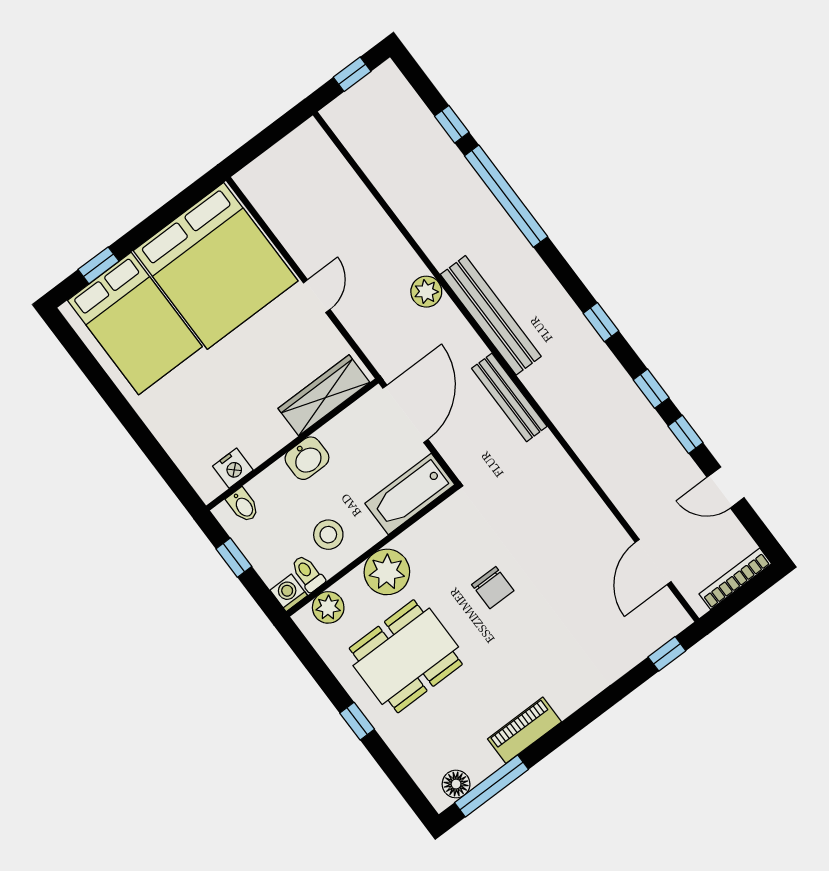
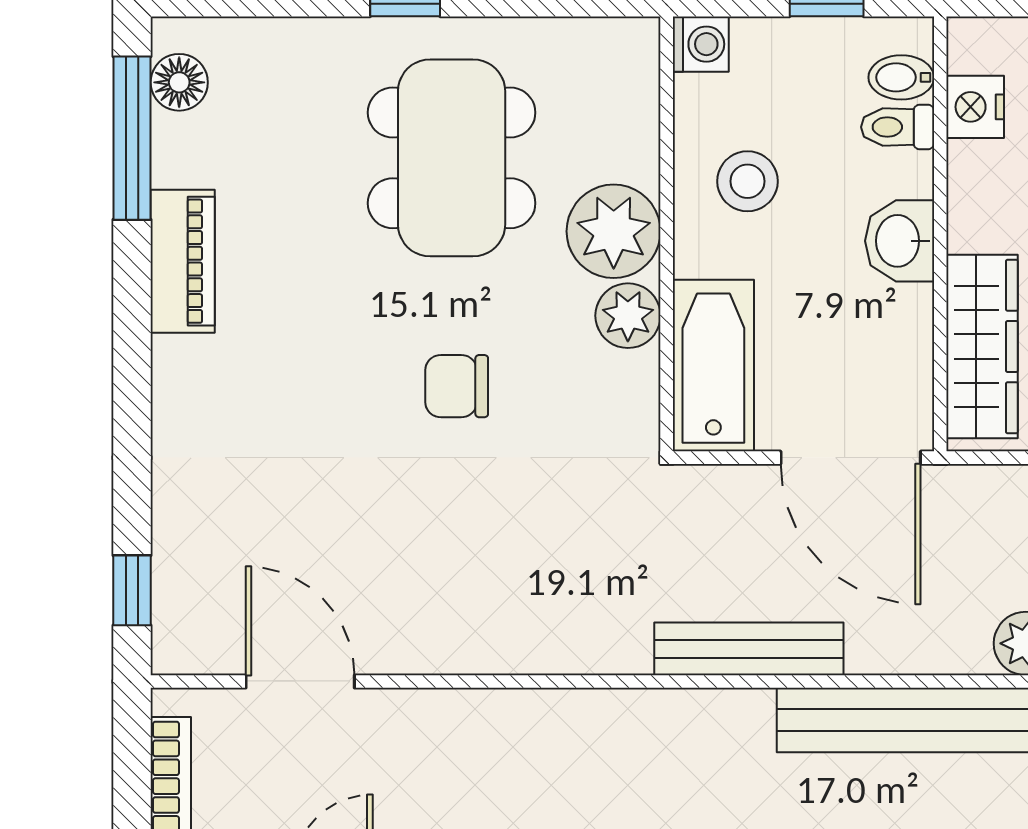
toilet: (308, 573) -> (898, 127), moved, turned 180
plant: (328, 607) -> (628, 316), moved

